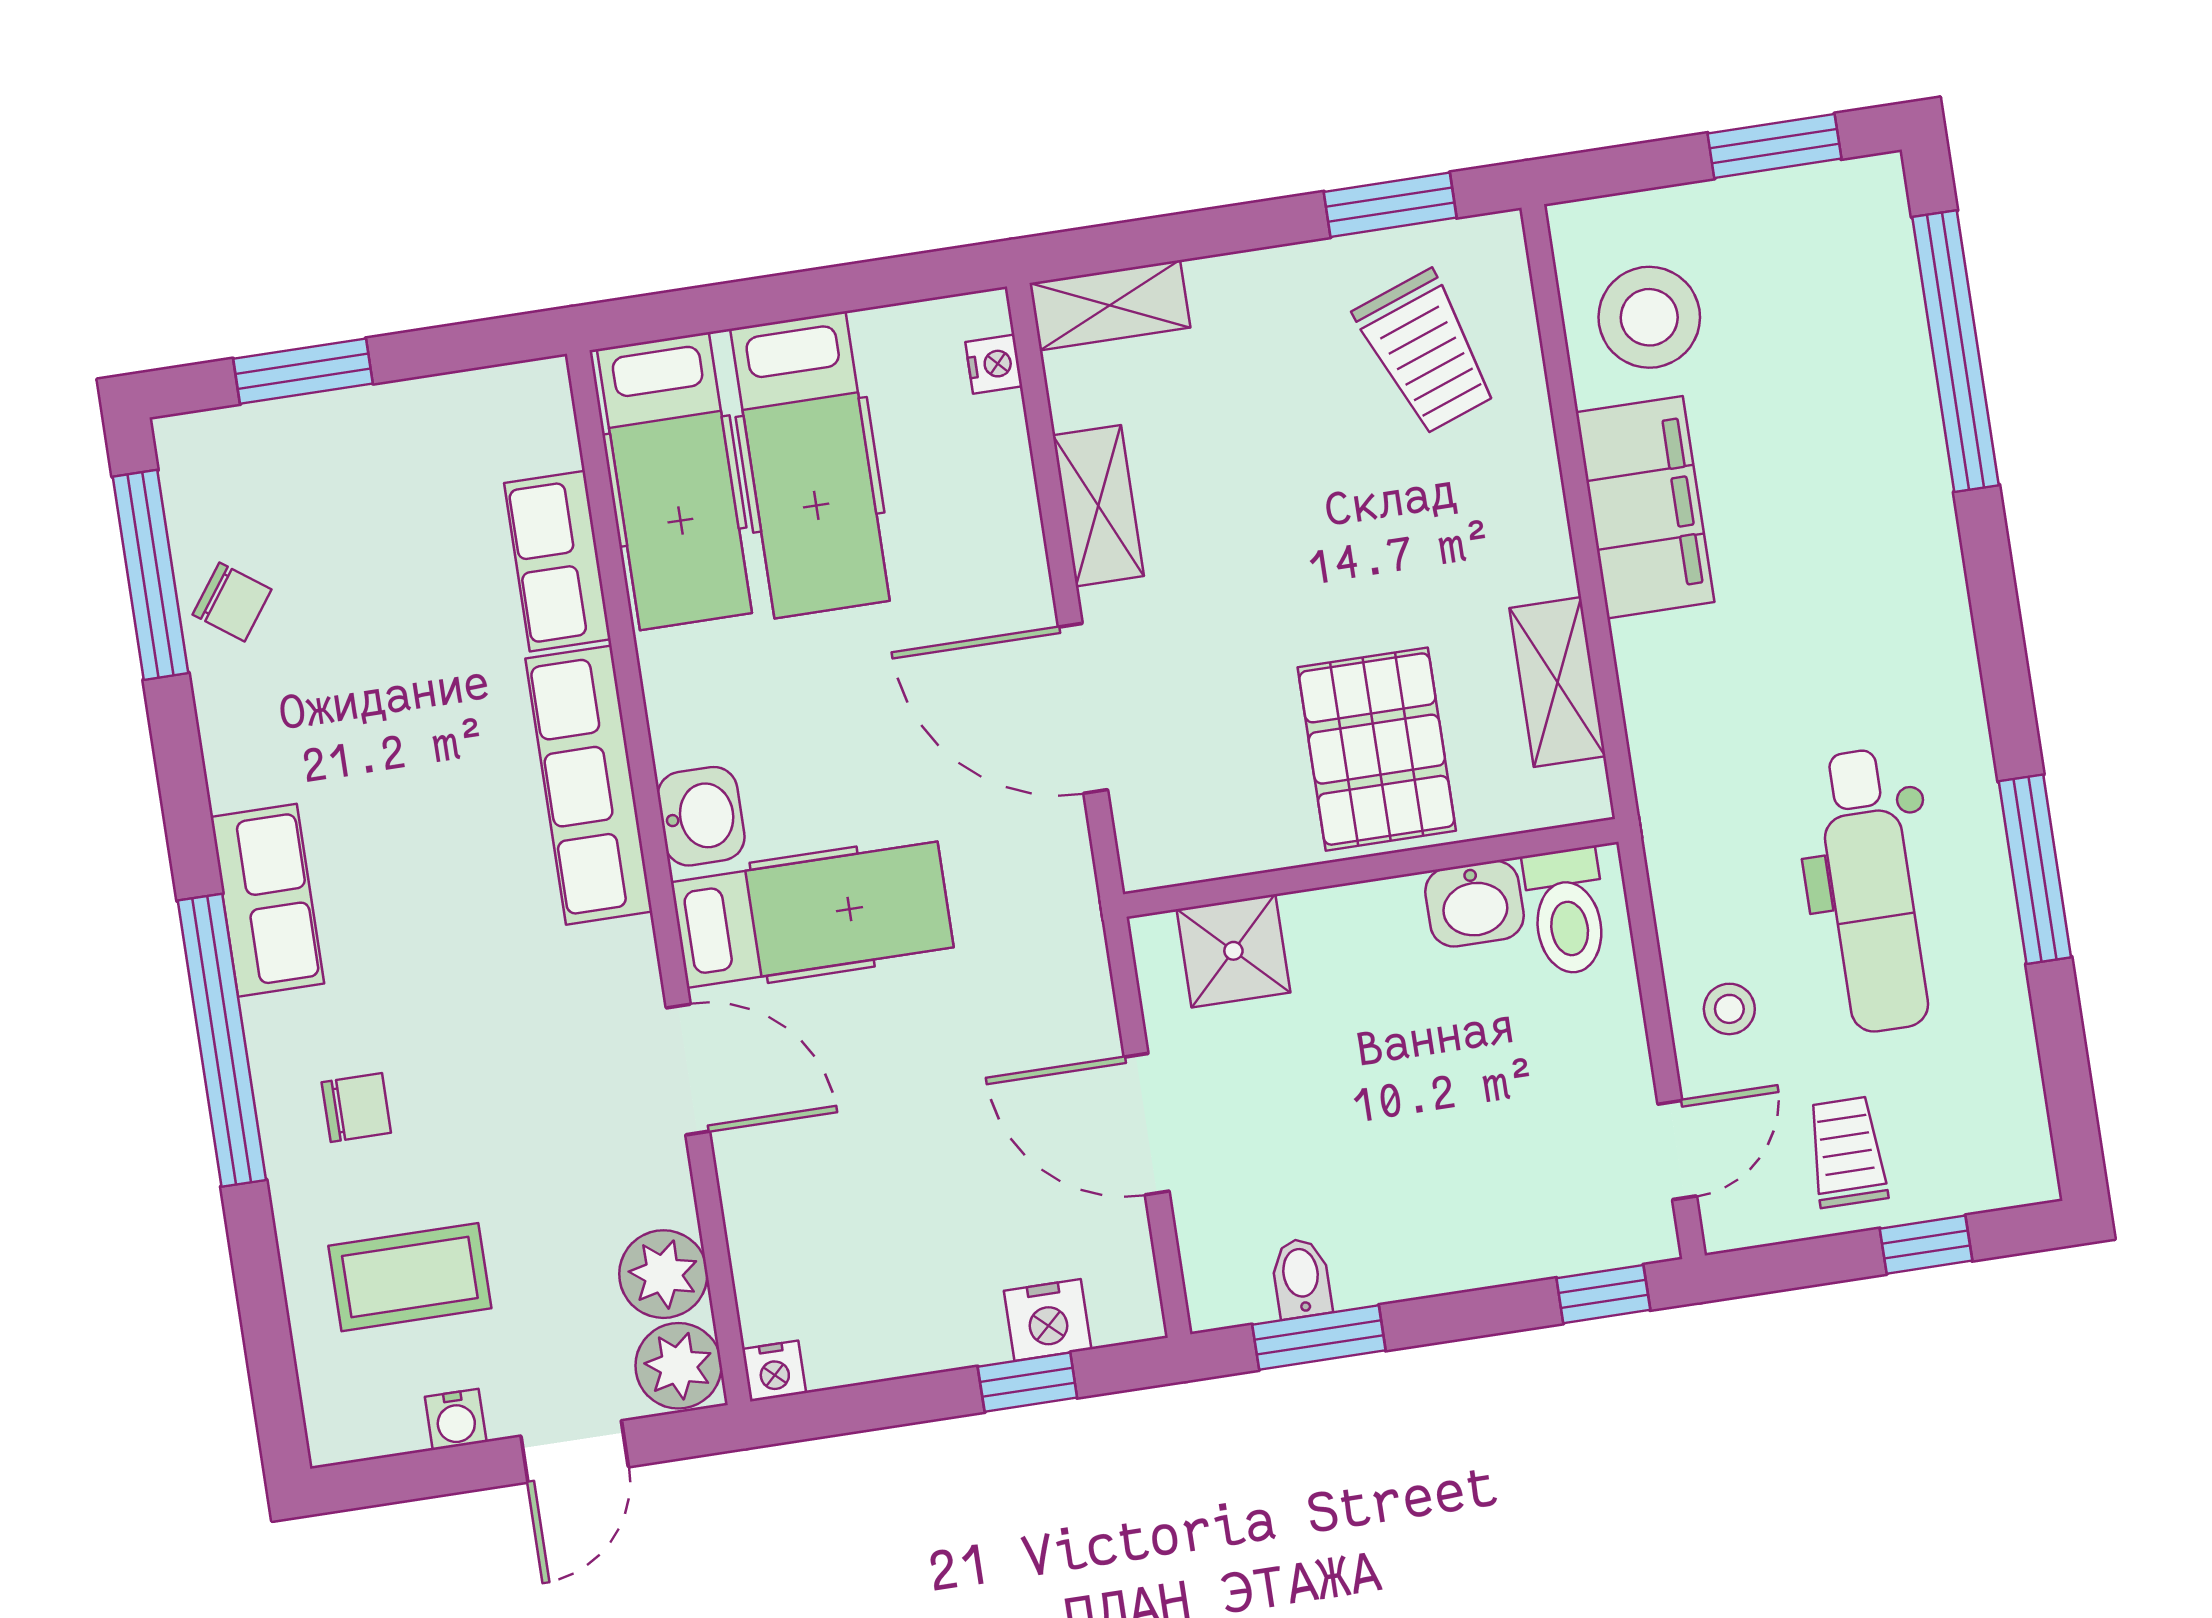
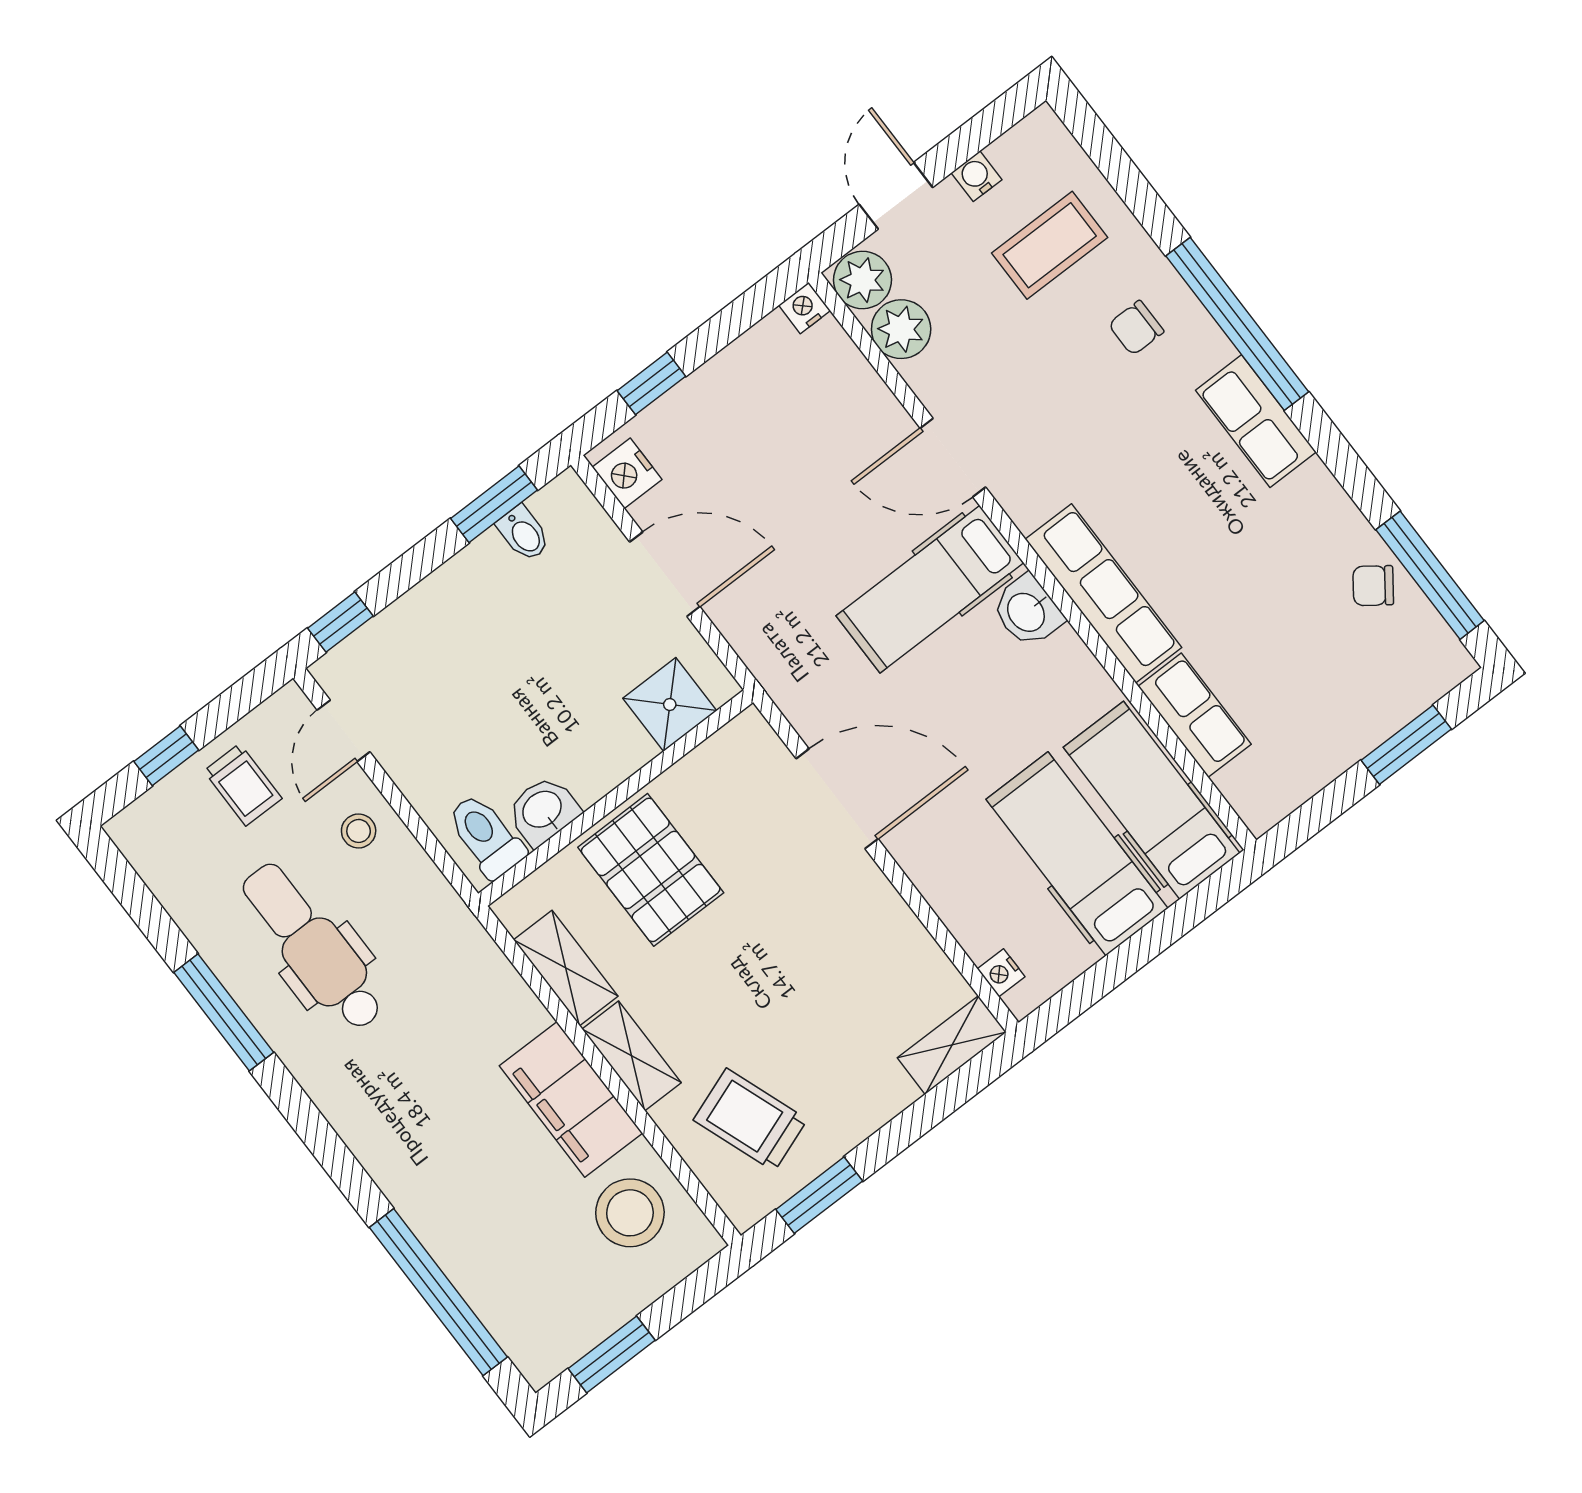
shelving: (1098, 506) -> (632, 1056), moved
nightstand: (1048, 1320) -> (627, 473), moved, turned -90

